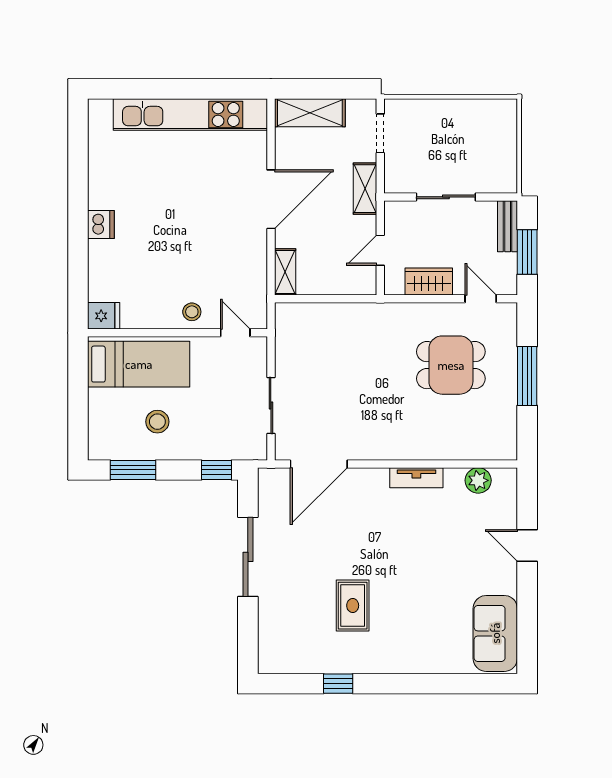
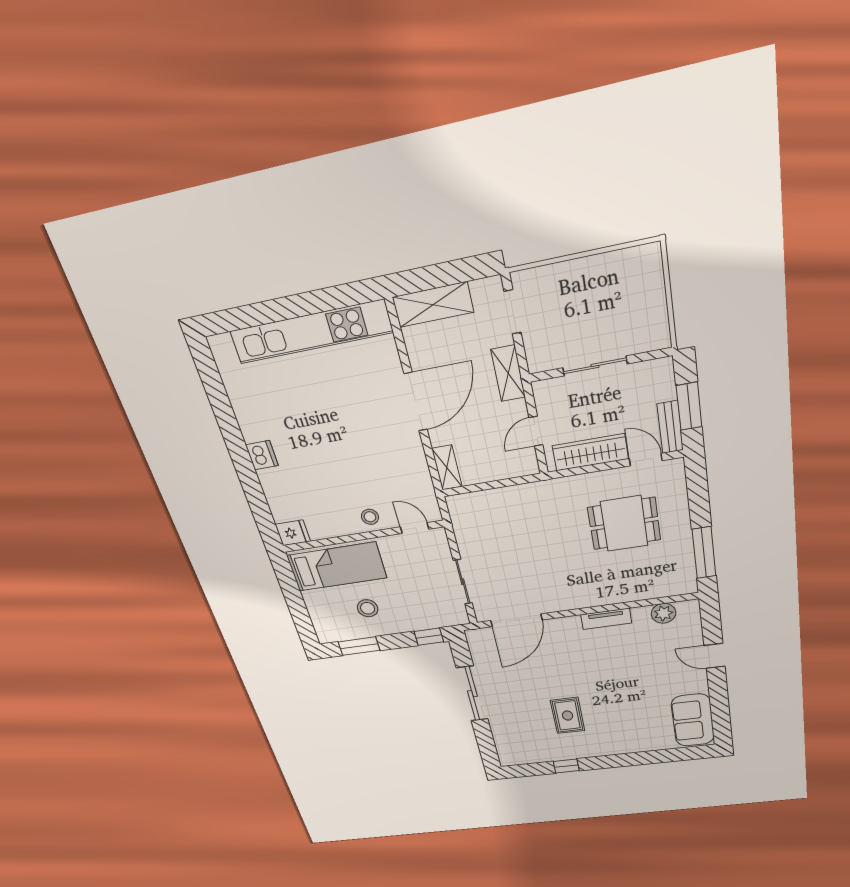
bench: (508, 226) -> (670, 427), moved
wardrobe: (429, 282) -> (590, 452), width x1.50
window: (527, 376) -> (704, 553), moved

